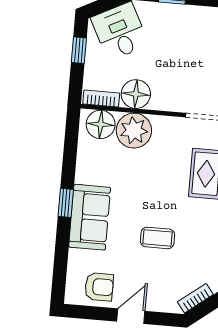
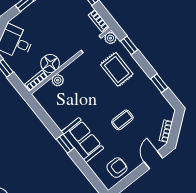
floor lamp: (101, 124) -> (47, 93), removed
plant: (134, 131) -> (58, 80), width x0.53, depth x0.53
door: (131, 316) -> (153, 160), moved

